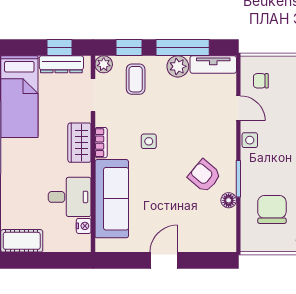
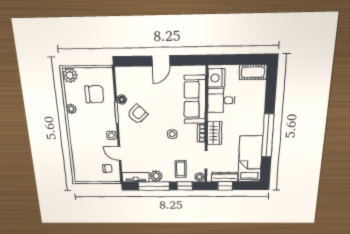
armchair: (204, 176) -> (137, 114), turned -85
chair: (272, 209) -> (94, 94), turned -90
nightstand: (84, 226) -> (216, 78), width x1.89, depth x1.79

